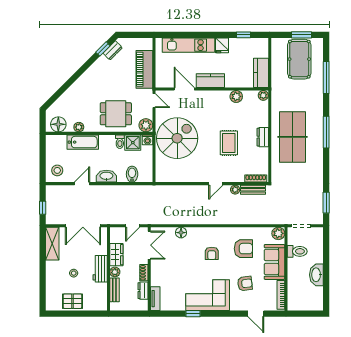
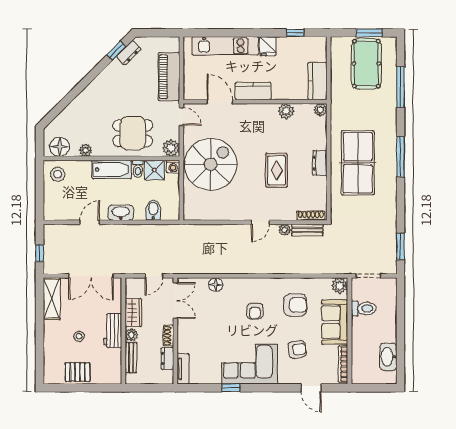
bathtub: (83, 142) -> (111, 169), moved
stool: (57, 170) -> (58, 174), moved
washbasin: (316, 275) -> (388, 357), moved

